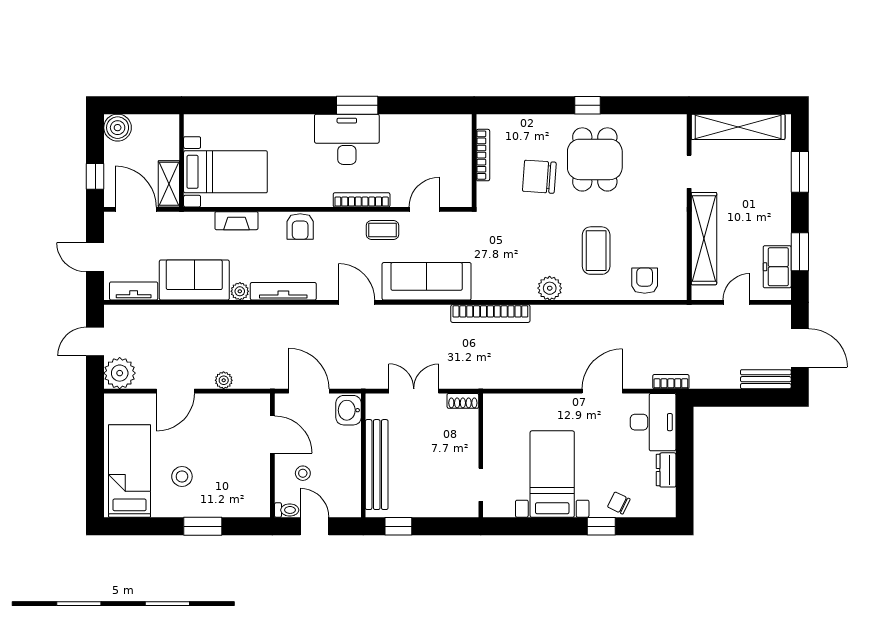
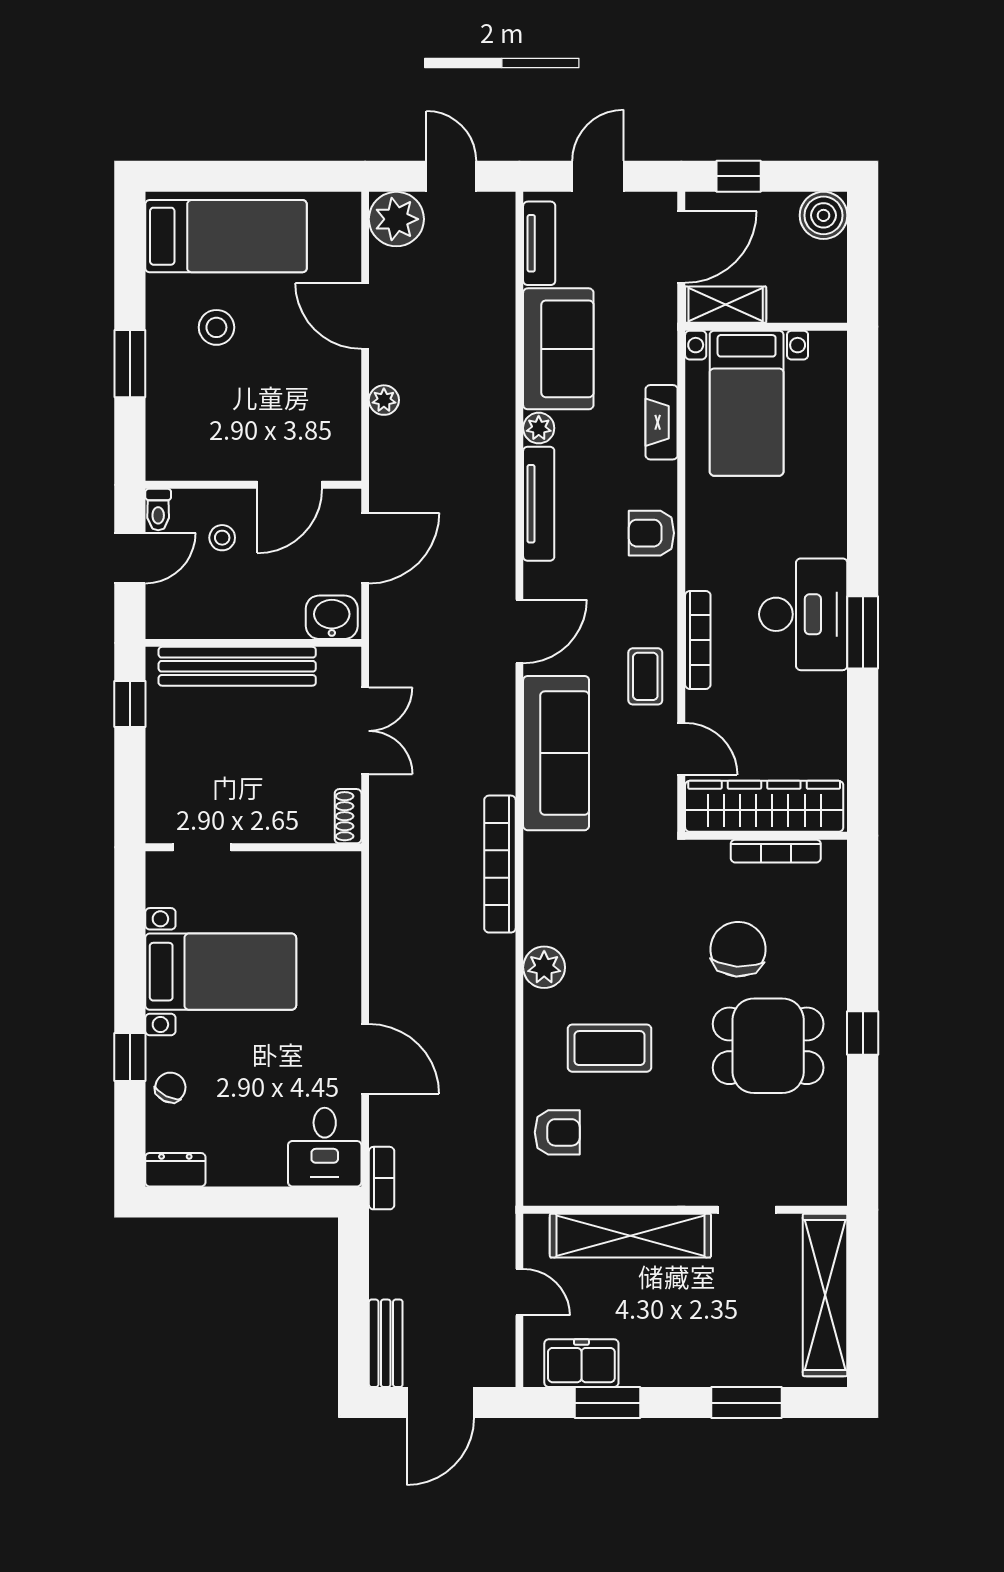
wardrobe: (457, 162) -> (764, 806), added
desk: (653, 422) -> (325, 1147), width x0.73
dresser: (666, 470) -> (175, 1170), moved

